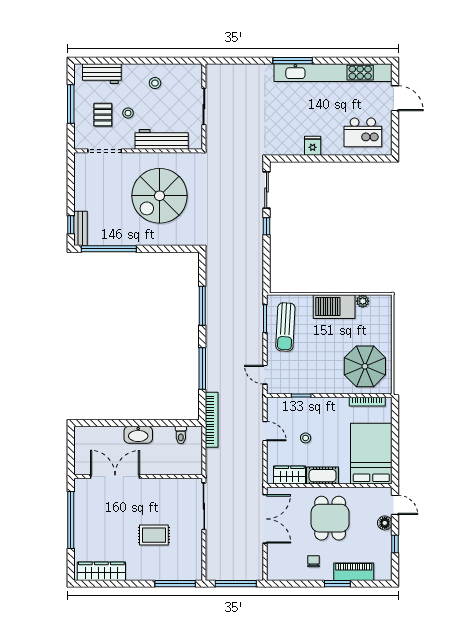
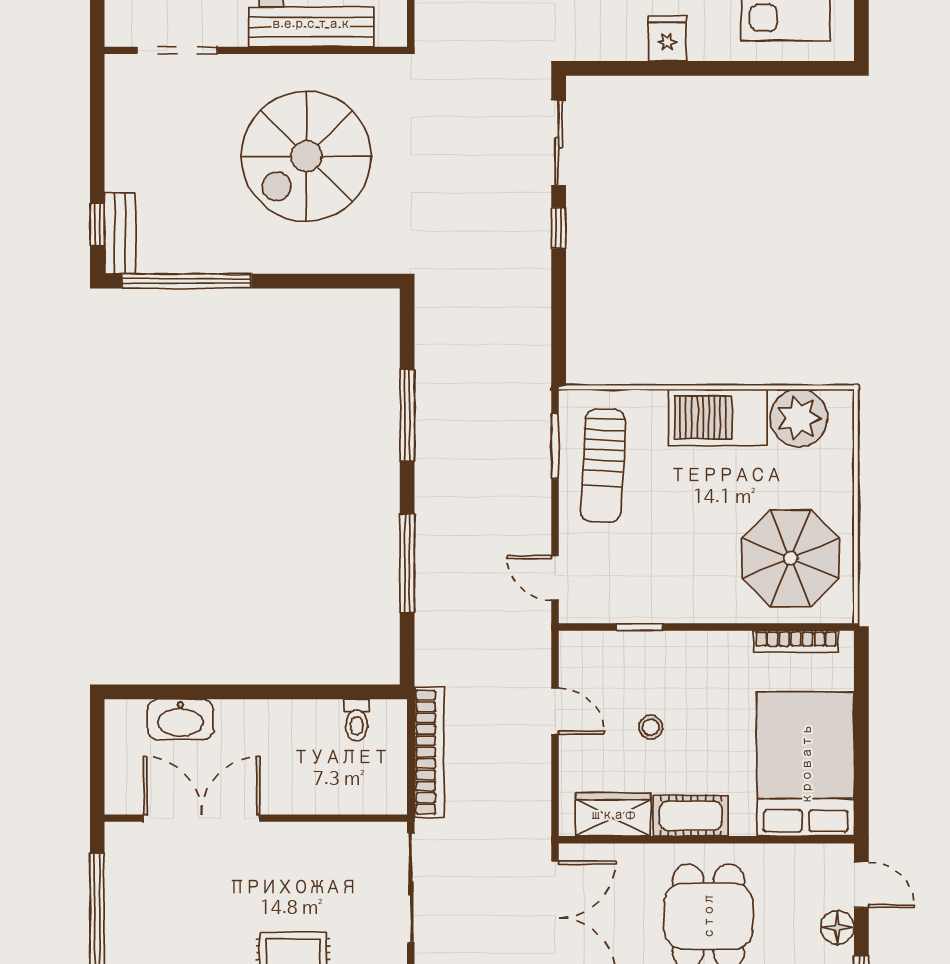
plant: (363, 301) -> (799, 418), width x1.87, depth x1.87
bookcase: (212, 420) -> (429, 752), moved
washbasin: (138, 435) -> (180, 720), moved

